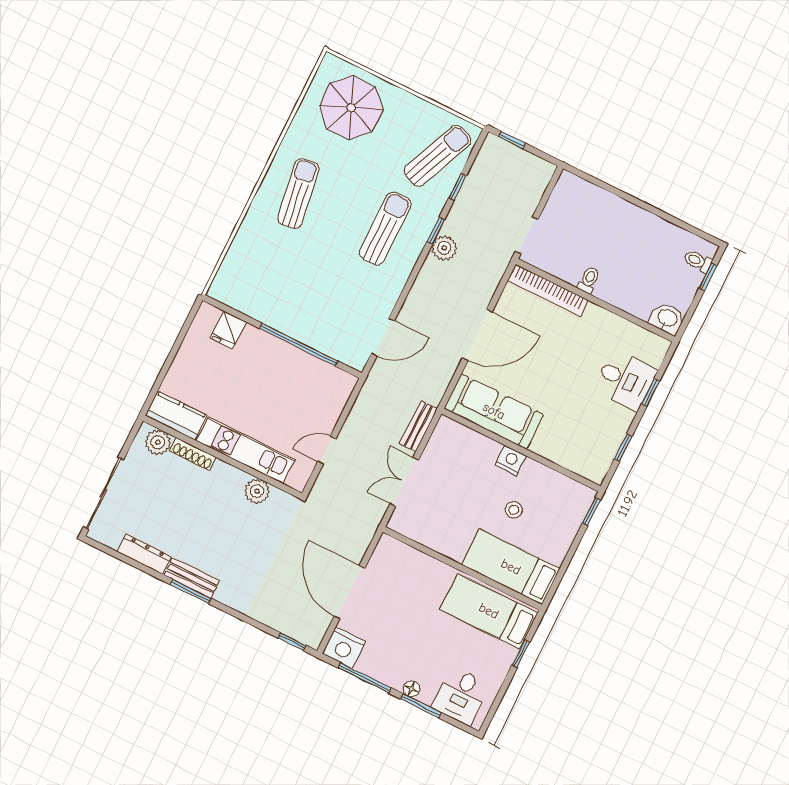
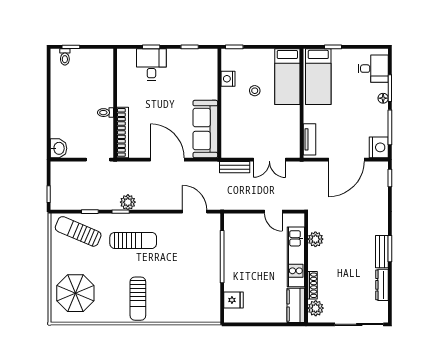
sun lounger: (298, 194) -> (138, 299), turned -81
sun lounger: (385, 228) -> (133, 240), turned 180
washbasin: (667, 318) -> (59, 148), moved, turned 180
nightstand: (511, 460) -> (228, 79), moved
tv unit: (405, 554) -> (309, 139), added

